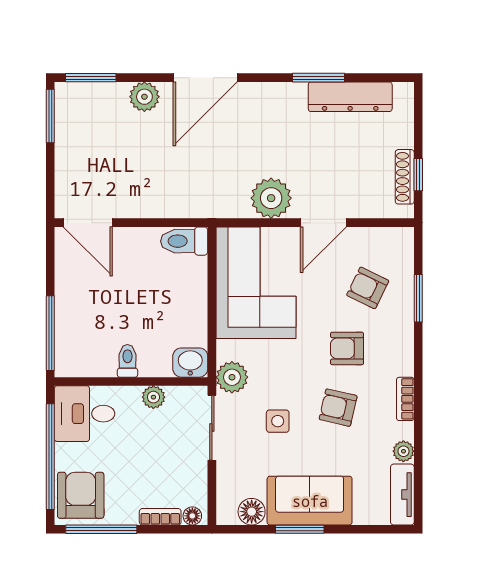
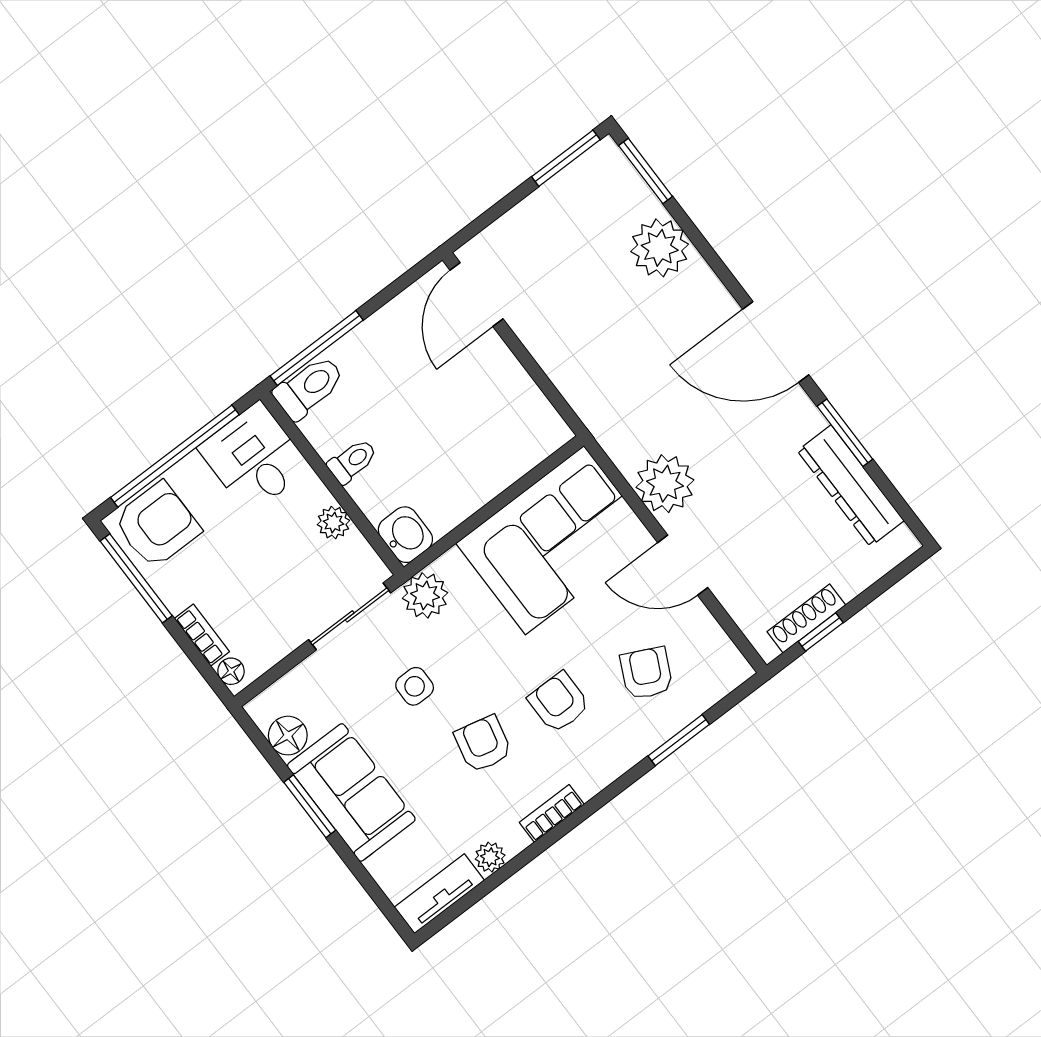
door: (205, 78) -> (776, 342), moved
plant: (144, 97) -> (660, 248), width x1.36, depth x1.36
toilet: (184, 241) -> (309, 387), moved, turned 90

